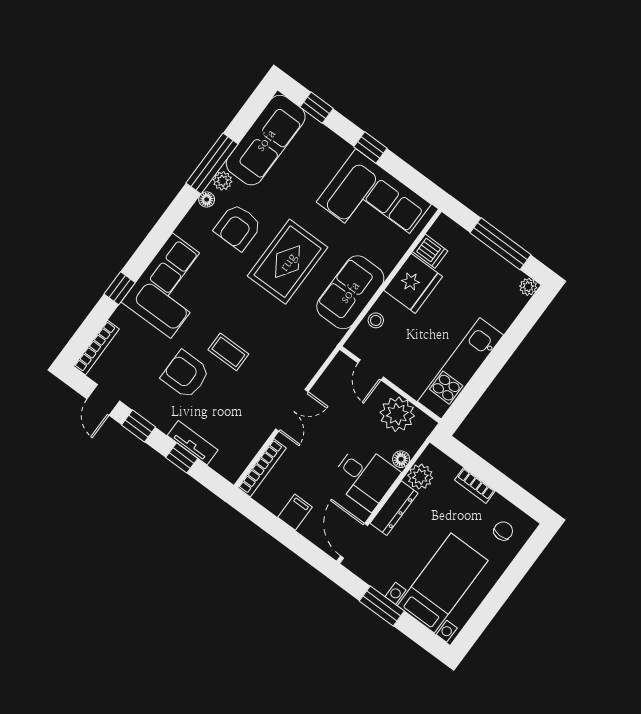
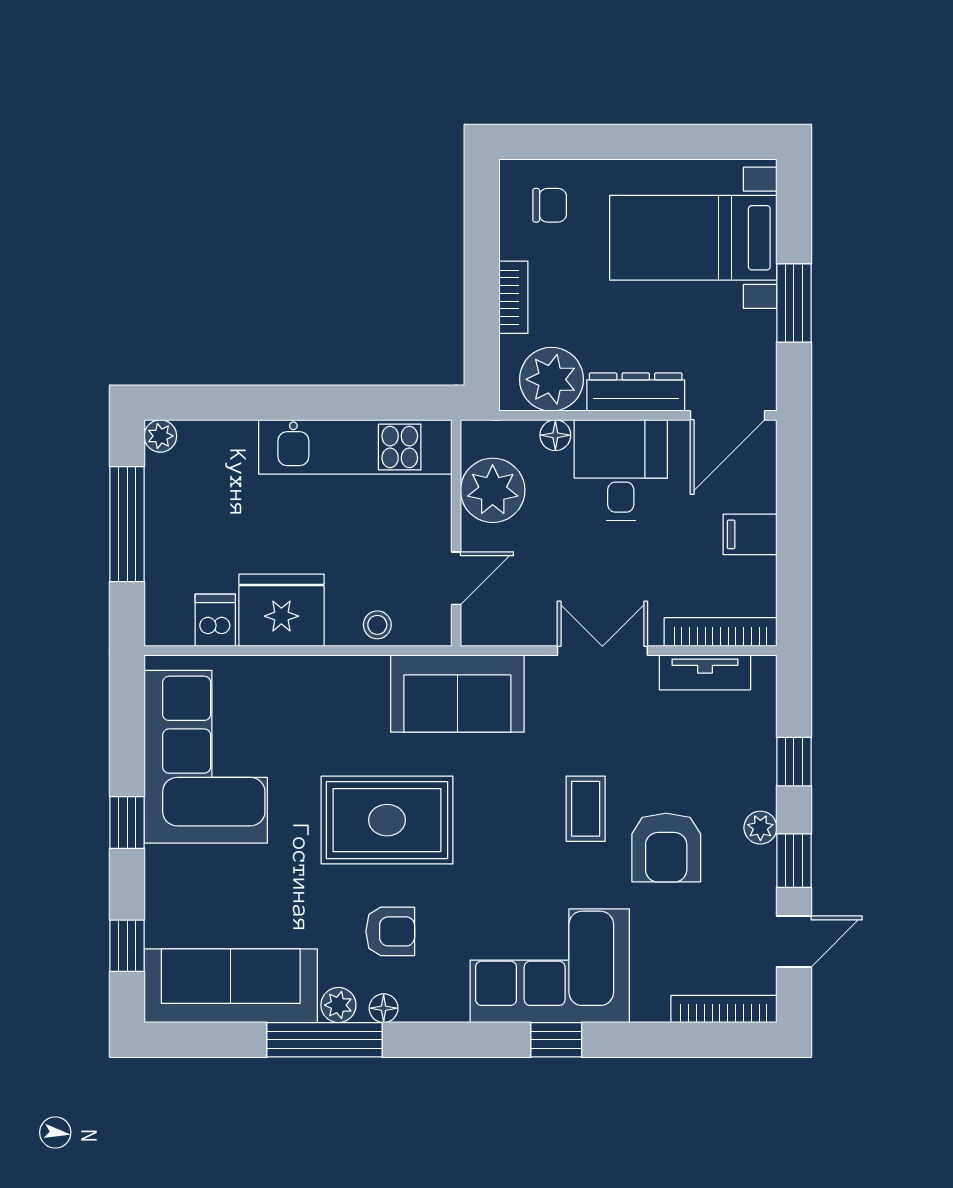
armchair: (238, 227) -> (390, 931), width x0.72, depth x0.72
window: (120, 288) -> (556, 1040), moved
sofa: (350, 292) -> (457, 694), moved
plant: (164, 422) -> (760, 828), added
tv unit: (193, 443) -> (705, 672), moved, turned -90
plant: (420, 477) -> (551, 379), width x1.36, depth x1.36
chair: (503, 531) -> (550, 205), turned 180

